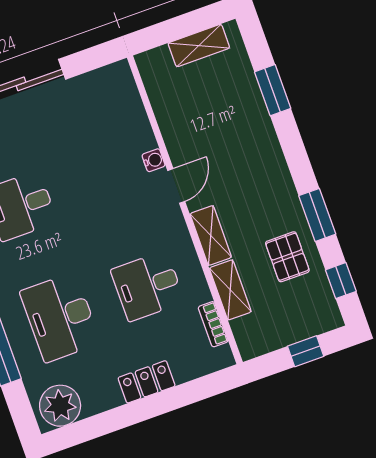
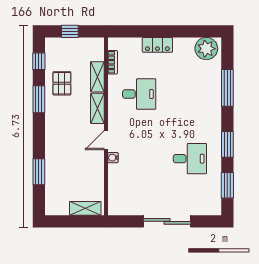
shelving: (199, 46) -> (85, 208), moved
desk: (60, 317) -> (190, 94), removed

